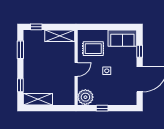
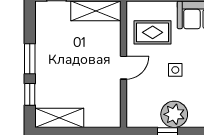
window: (20, 50) -> (30, 59), moved
plant: (85, 97) -> (174, 114), moved

